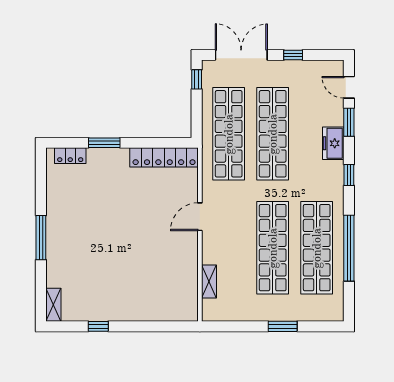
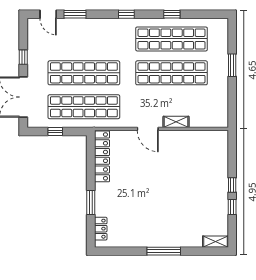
window: (197, 79) -> (55, 131), moved
door: (349, 87) -> (48, 14), hinge flipped
freezer: (333, 143) -> (91, 26), removed
window: (349, 175) -> (126, 14), moved
window: (349, 248) -> (172, 14), width x0.32
shelving: (209, 282) -> (176, 122), moved
window: (127, 326) -> (232, 185), added

